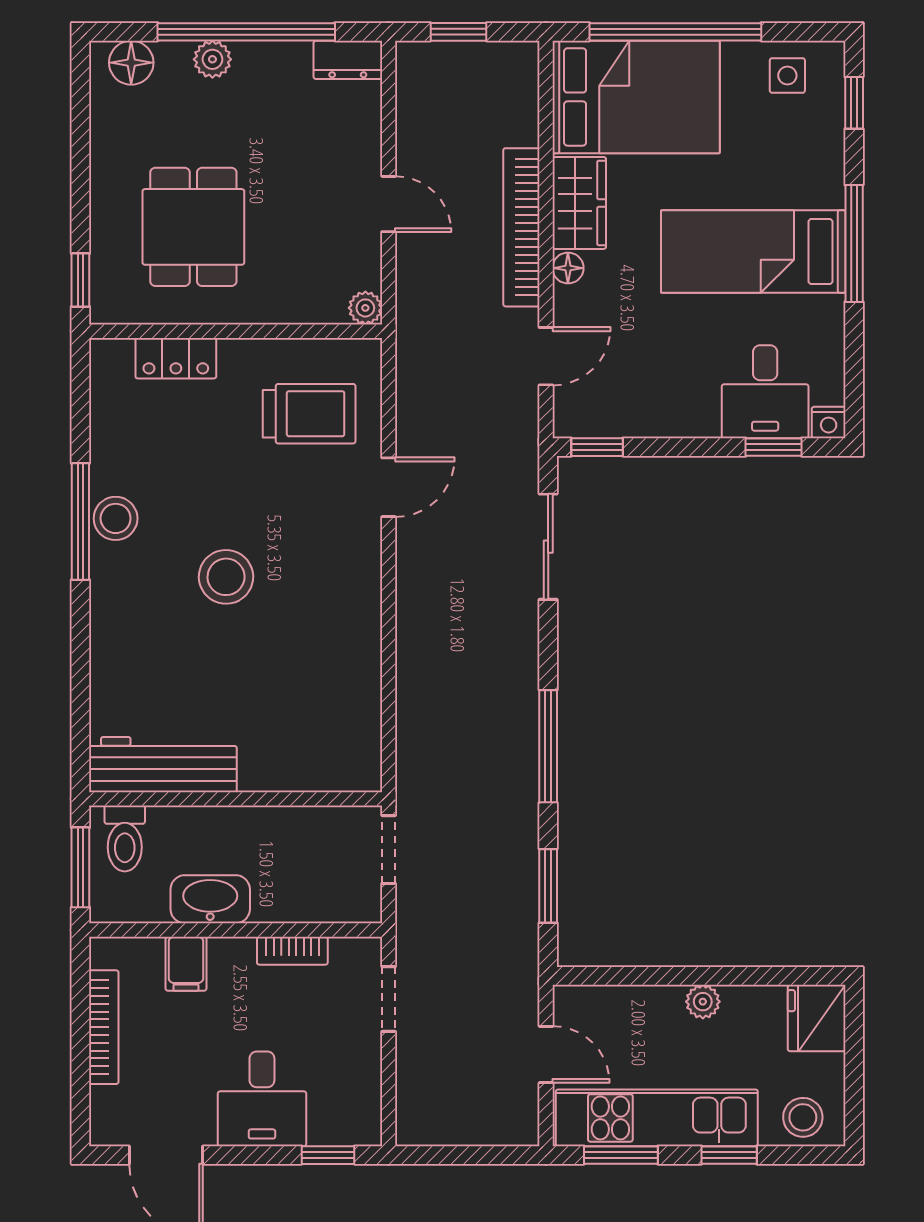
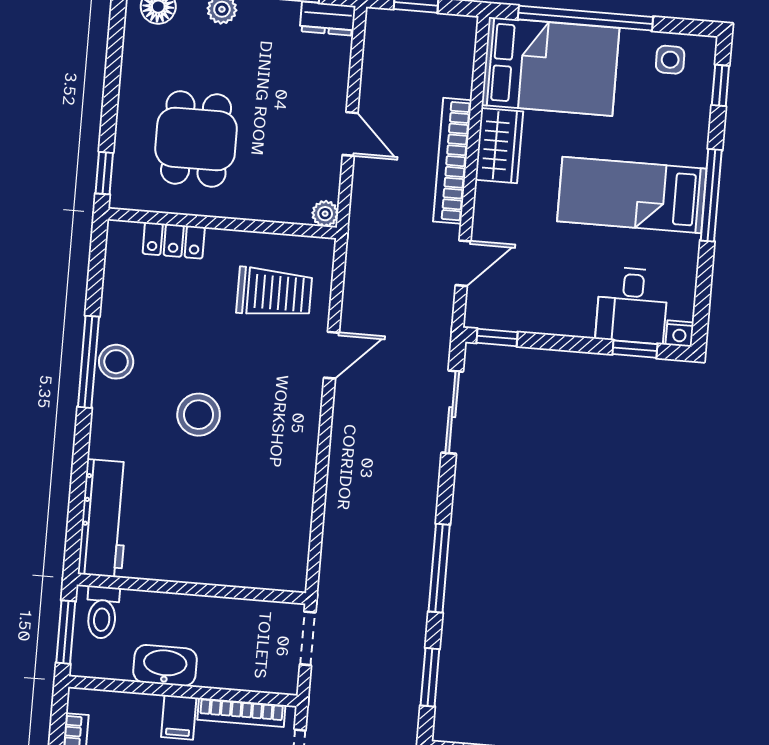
floor lamp: (568, 268) -> (486, 196), removed
workbench: (163, 765) -> (104, 518), moved, turned 90
bookcase: (292, 951) -> (241, 712), width x1.56
filing cabinet: (186, 964) -> (179, 717), moved

